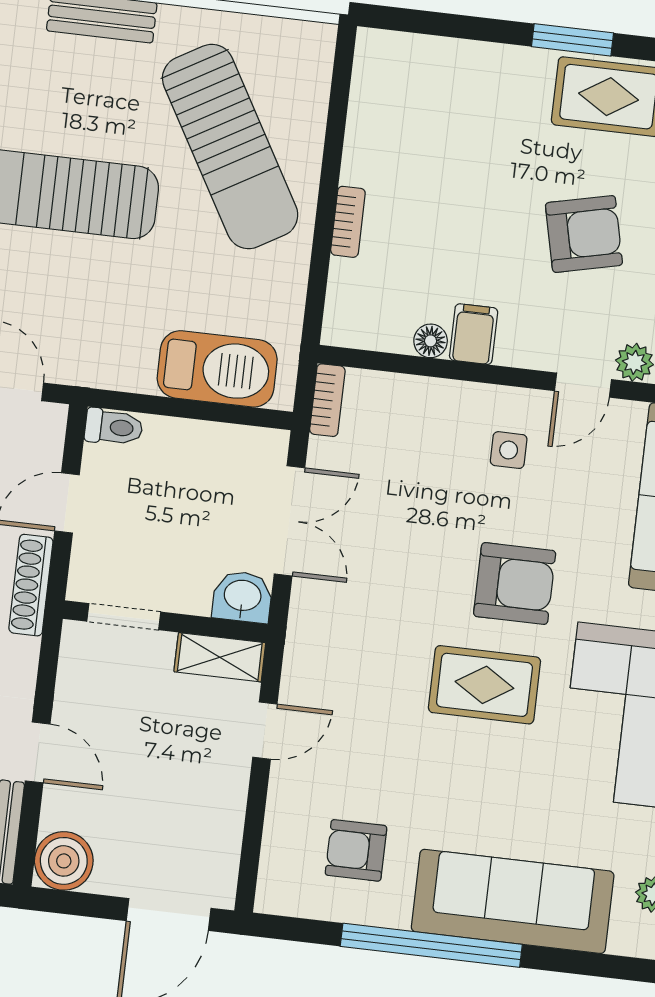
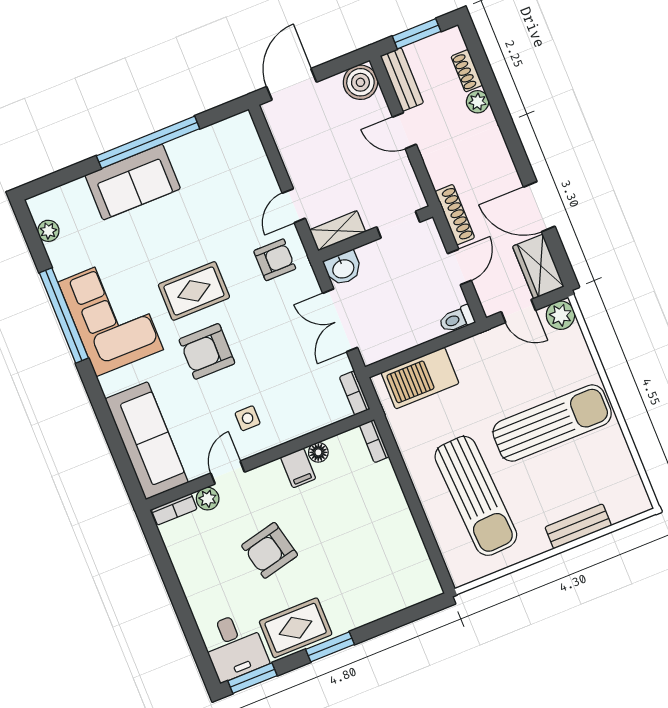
sun lounger: (230, 147) -> (476, 496), turned -153
bookcase: (348, 222) -> (374, 441), moved
armchair: (356, 850) -> (275, 260), moved
sofa: (513, 901) -> (133, 182), width x0.73

